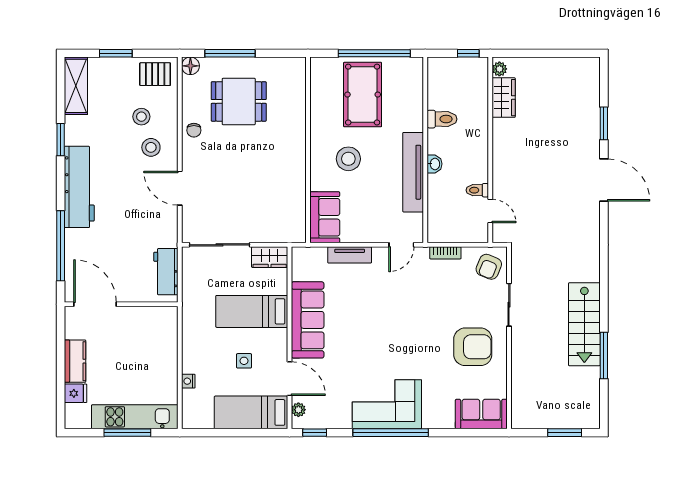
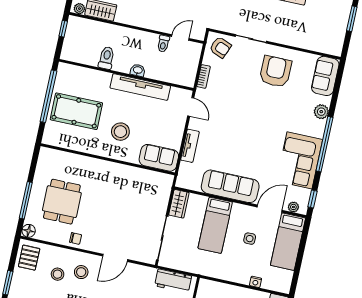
corner sofa: (387, 404) -> (300, 160), moved
plant: (433, 419) -> (321, 112), added

